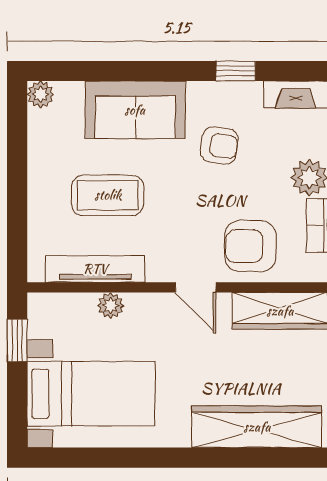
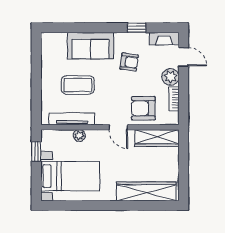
plant: (40, 94) -> (47, 39), removed

